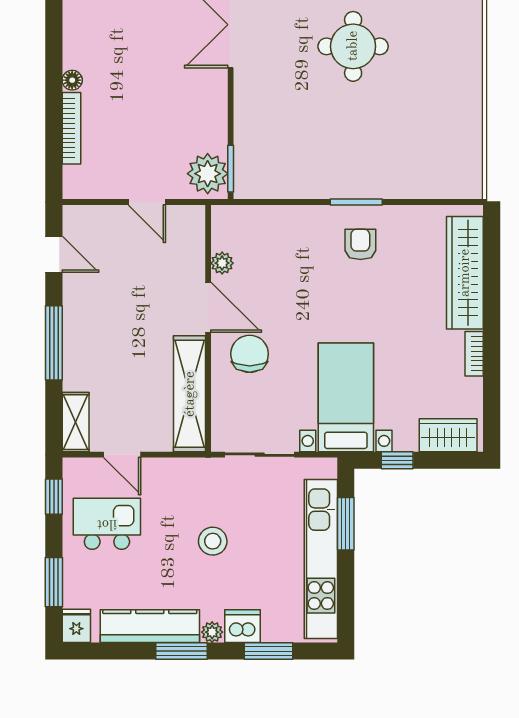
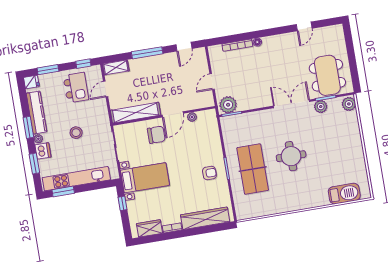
table tennis table: (368, 142) -> (253, 169), added
wardrobe: (448, 435) -> (149, 228), moved, turned -90
window: (346, 524) -> (63, 192), moved

